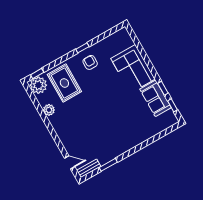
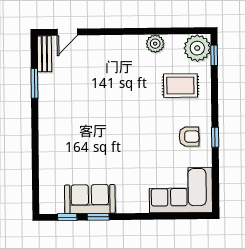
corner sofa: (133, 69) -> (181, 190), moved
rug: (64, 83) -> (180, 86), width x0.73, depth x0.70

